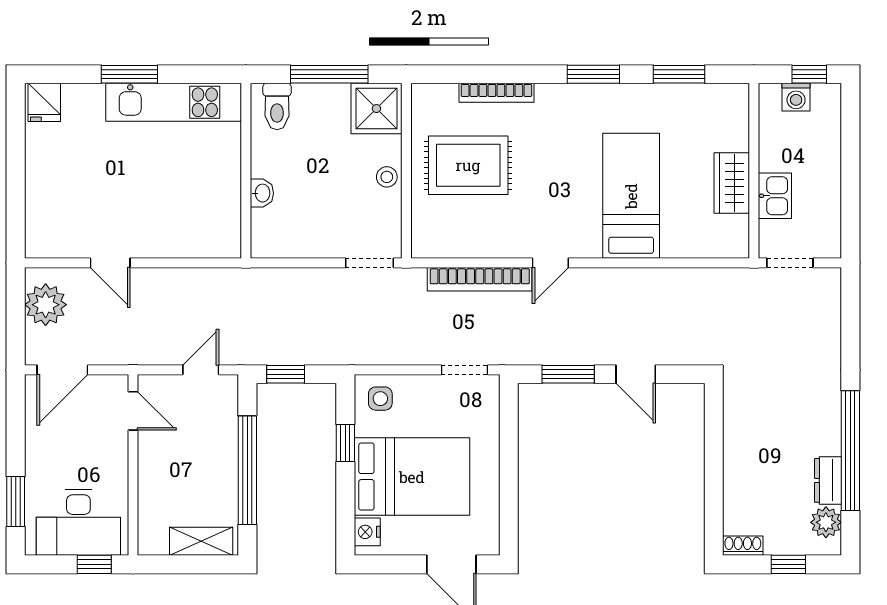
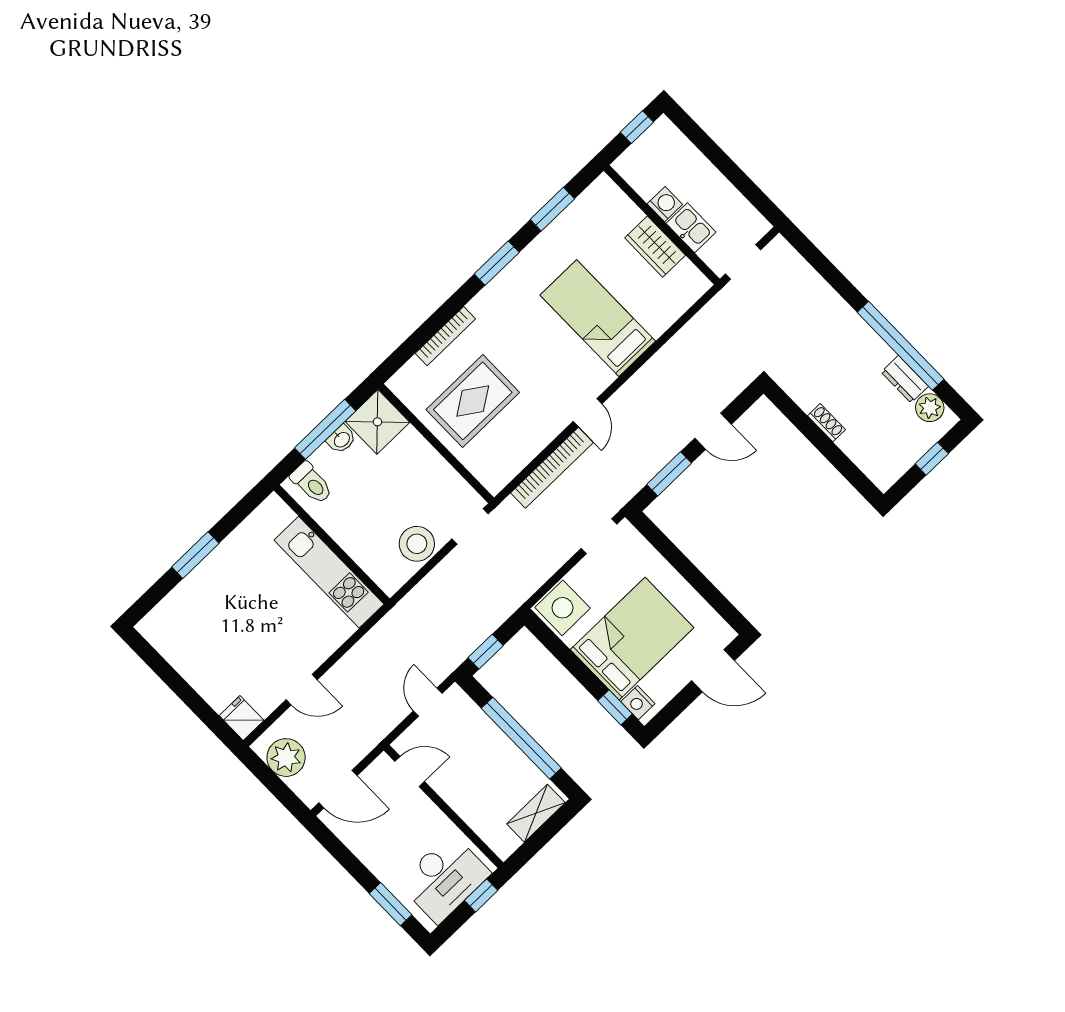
washing machine: (796, 97) -> (665, 204), moved, turned -90
fridge: (44, 102) -> (242, 718), moved, turned 180
kitchen unit: (174, 102) -> (329, 572), moved, turned 90
stool: (387, 177) -> (417, 544), moved, width x1.89, depth x1.89
washbasin: (262, 193) -> (341, 439), moved, turned 90
door: (62, 370) -> (338, 789), hinge flipped
side table: (380, 399) -> (562, 608), width x1.87, depth x1.87
window: (345, 443) -> (615, 707), moved
shoe rack: (743, 546) -> (827, 423), moved, turned 90

